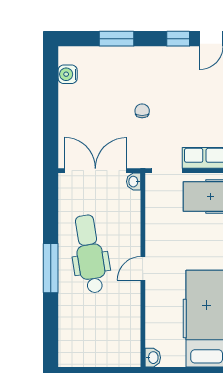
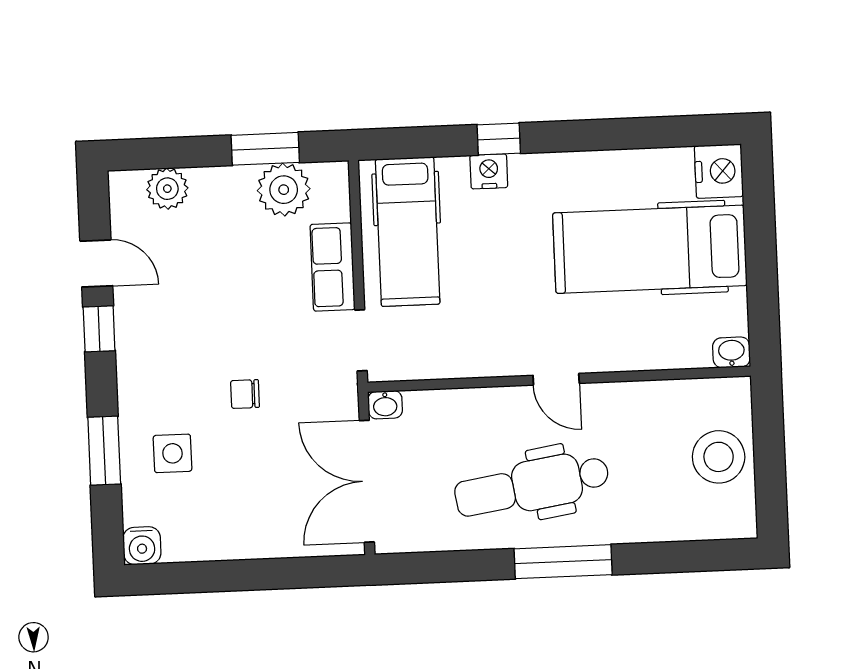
side table: (114, 73) -> (172, 453), added
water cooler: (68, 74) -> (142, 546), moved
stool: (100, 349) -> (719, 457), added

